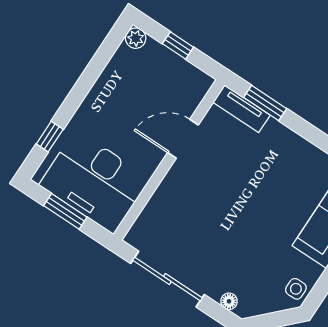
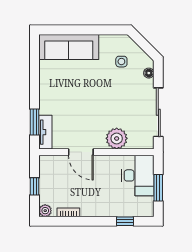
bookcase: (113, 68) -> (68, 212), added
desk: (95, 182) -> (138, 175), width x0.73, depth x0.77
plant: (169, 199) -> (117, 138), added
side table: (296, 289) -> (121, 62), moved

